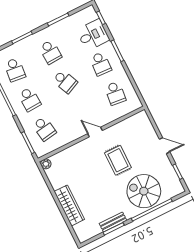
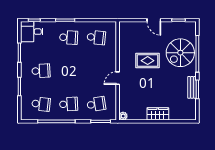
desk: (93, 35) -> (32, 32), moved, turned -90
school desk: (65, 81) -> (69, 71), removed
door: (95, 132) -> (118, 78), moved
door: (165, 146) -> (154, 20), swing flipped
wardrobe: (69, 205) -> (158, 114), width x0.67

